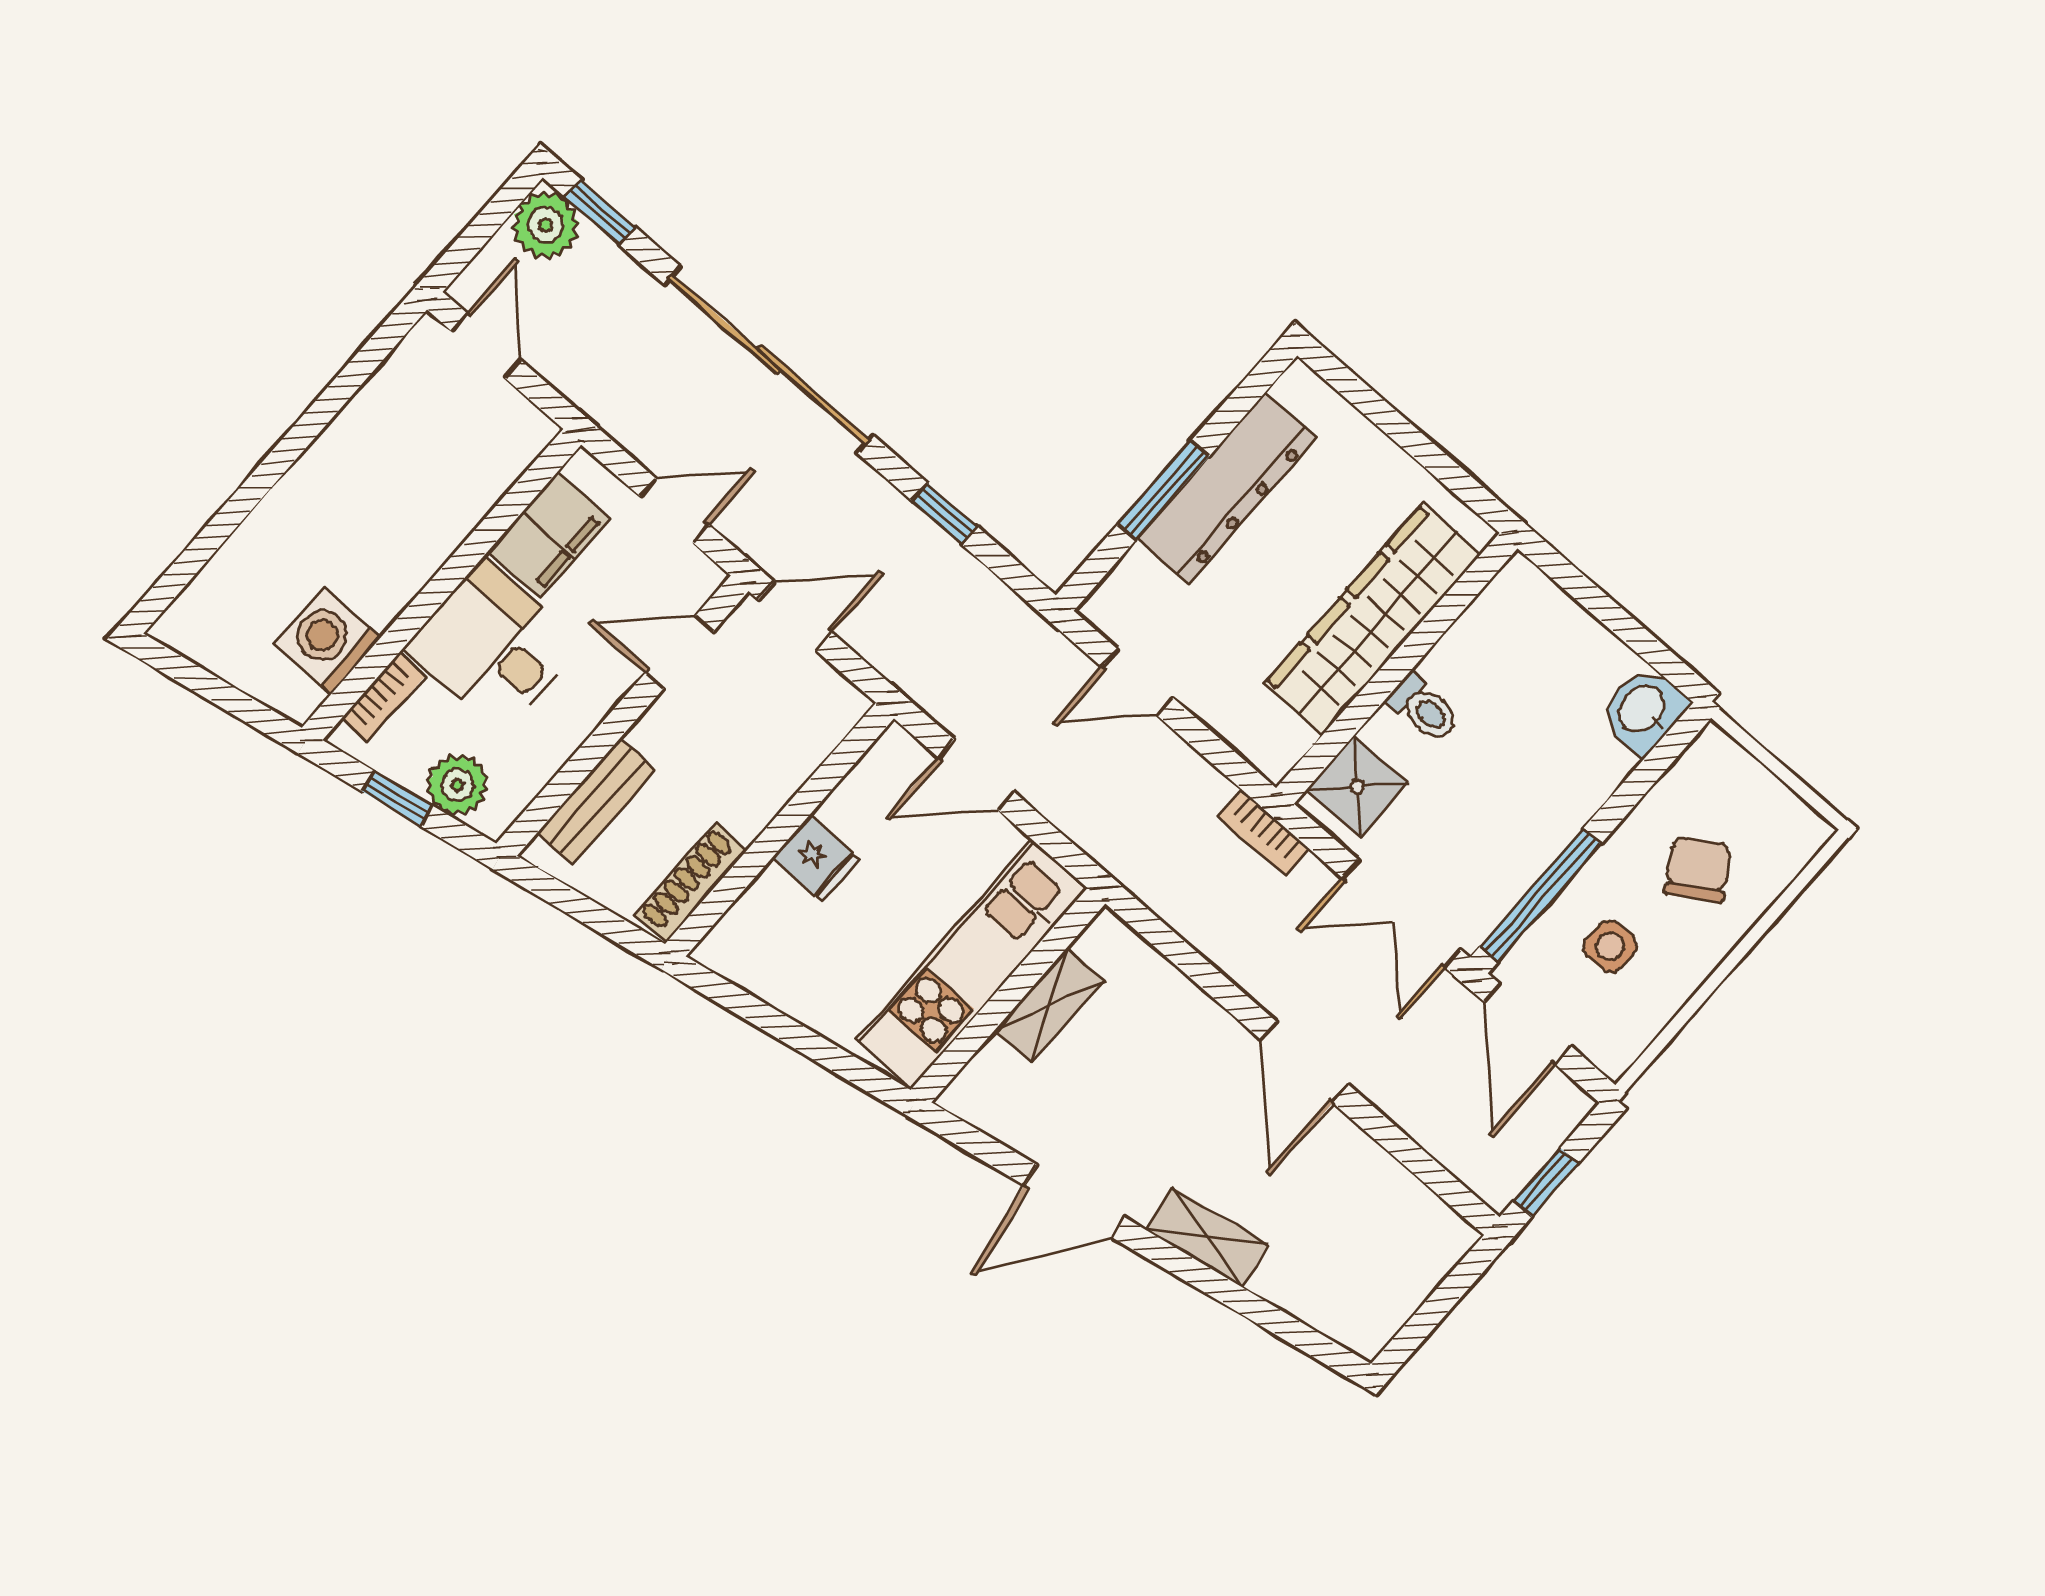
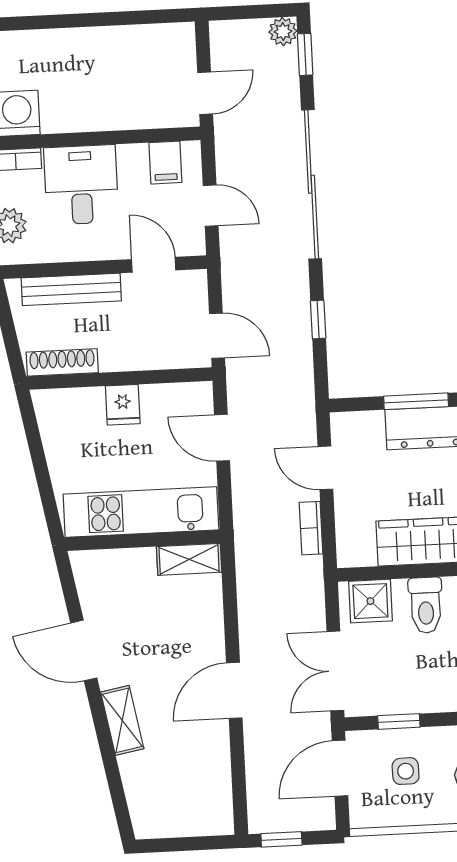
plant: (546, 225) -> (283, 32), width x0.73, depth x0.73
door: (486, 345) -> (205, 93), moved
filing cabinet: (549, 535) -> (165, 163), width x0.50
door: (795, 616) -> (217, 336), moved
toilet: (1423, 708) -> (426, 605), width x1.37, depth x1.39
bench: (596, 801) -> (71, 289), width x1.36
bookcase: (1263, 832) -> (311, 528), moved
window: (1540, 895) -> (399, 721), width x0.46
shelving: (1049, 1005) -> (189, 559), moved

